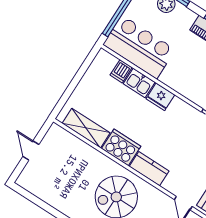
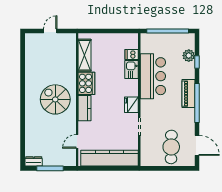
bar counter: (139, 47) -> (153, 76), moved
fridge: (160, 97) -> (131, 105), moved

